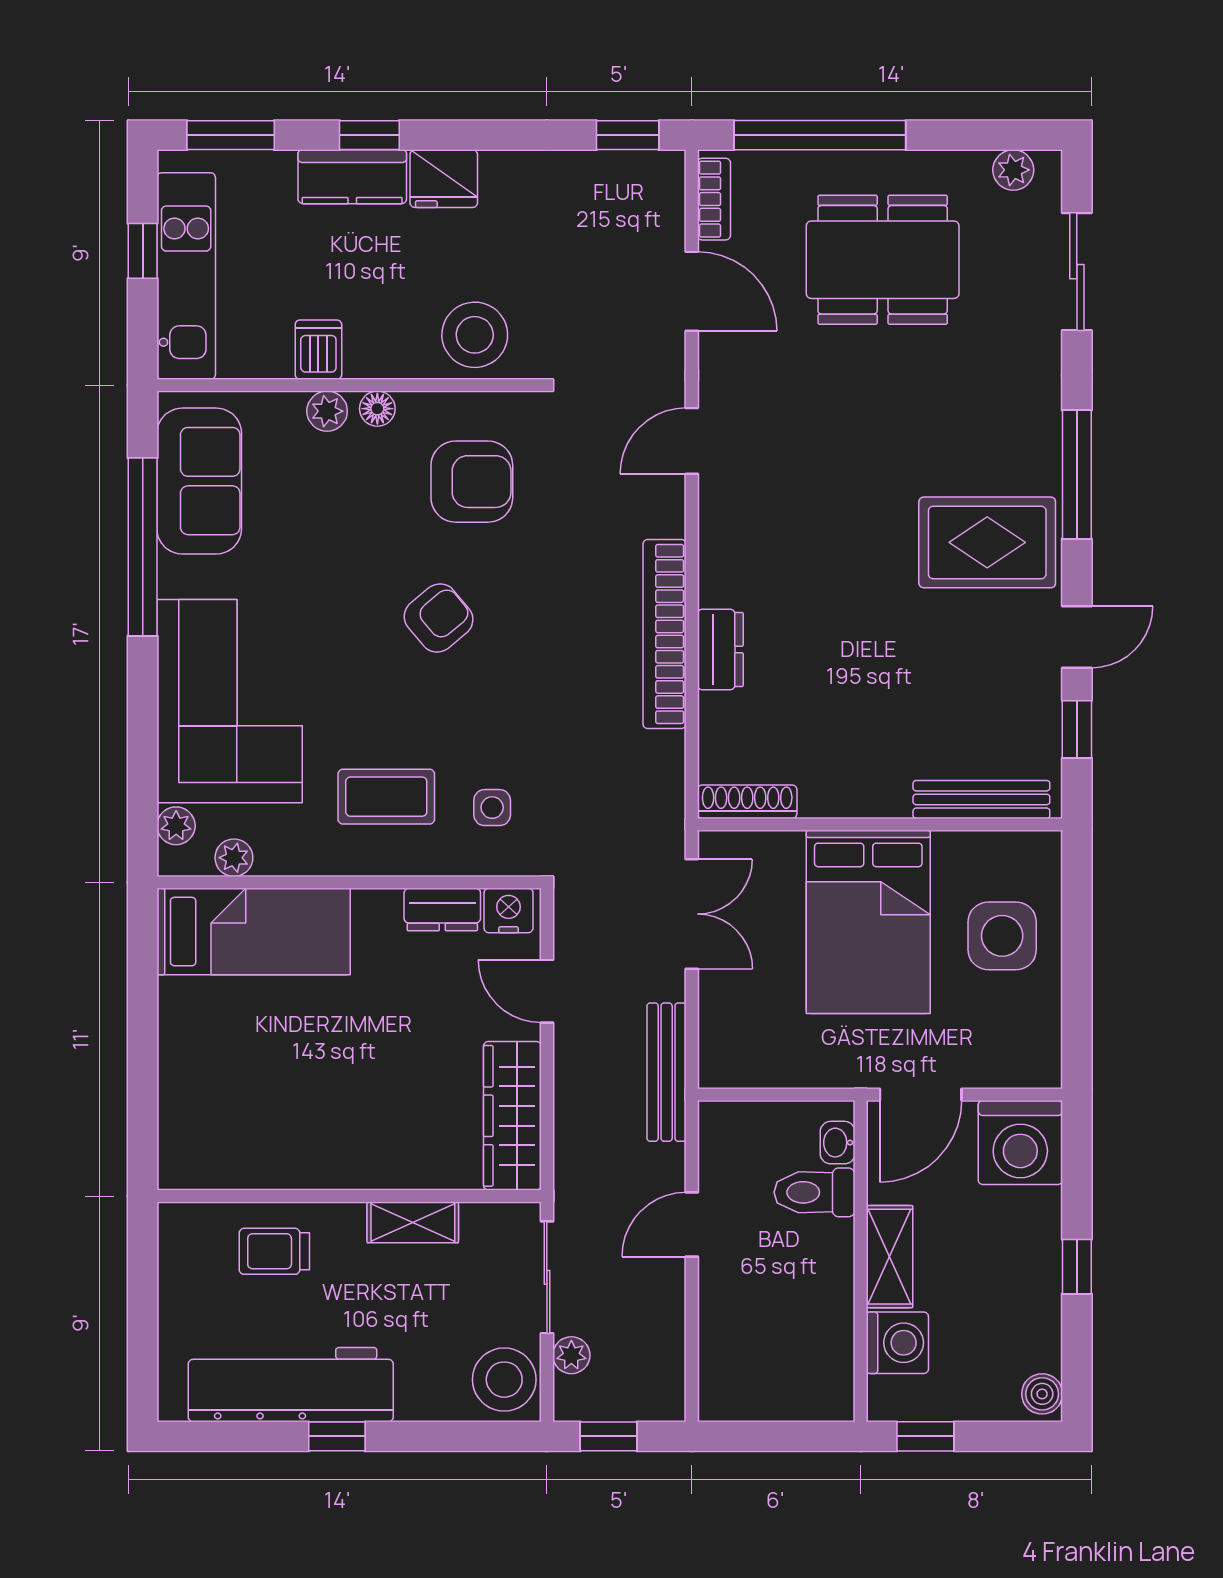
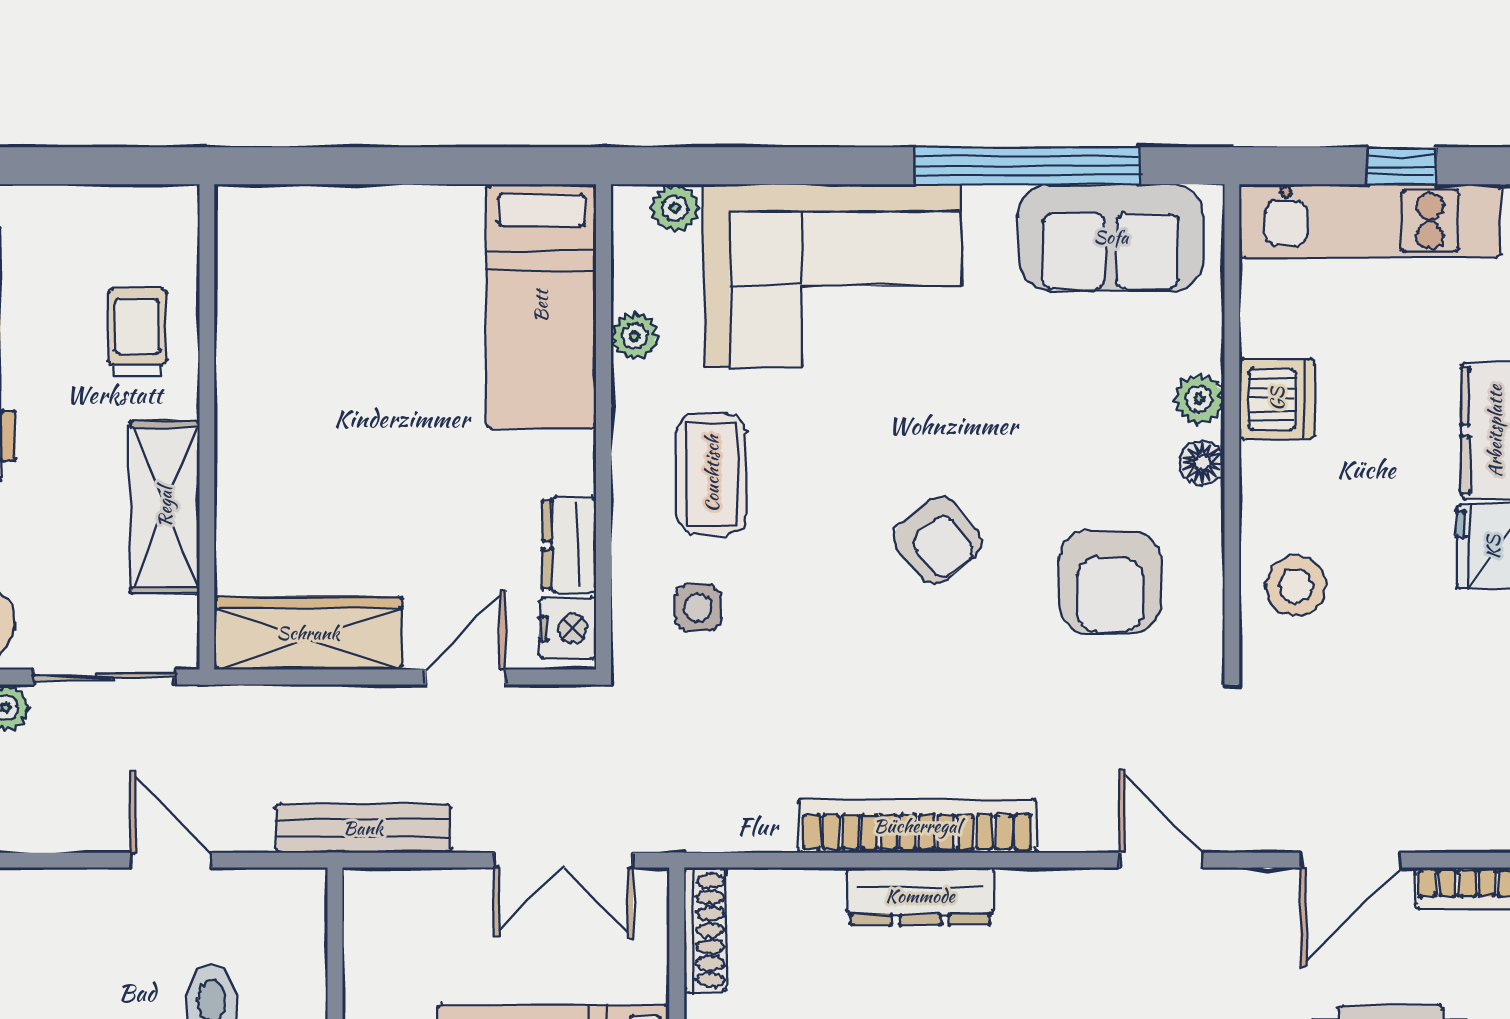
stool: (475, 335) -> (1296, 586), width x0.73, depth x0.73
dishwasher: (318, 350) -> (1277, 399), width x1.38
dresser: (720, 650) -> (920, 896), width x1.44
plant: (234, 858) -> (635, 336), moved
shelving: (413, 1222) -> (165, 507), width x1.50, depth x1.33

